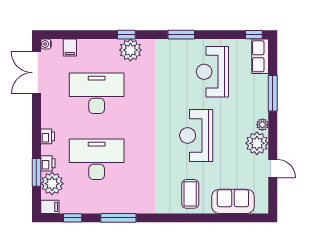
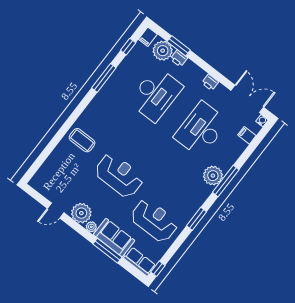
window: (126, 35) -> (226, 181), width x2.17
desk: (97, 93) -> (201, 129), turned 180
printer: (48, 136) -> (210, 82), moved
sofa: (233, 201) -> (114, 238), moved, turned -90

